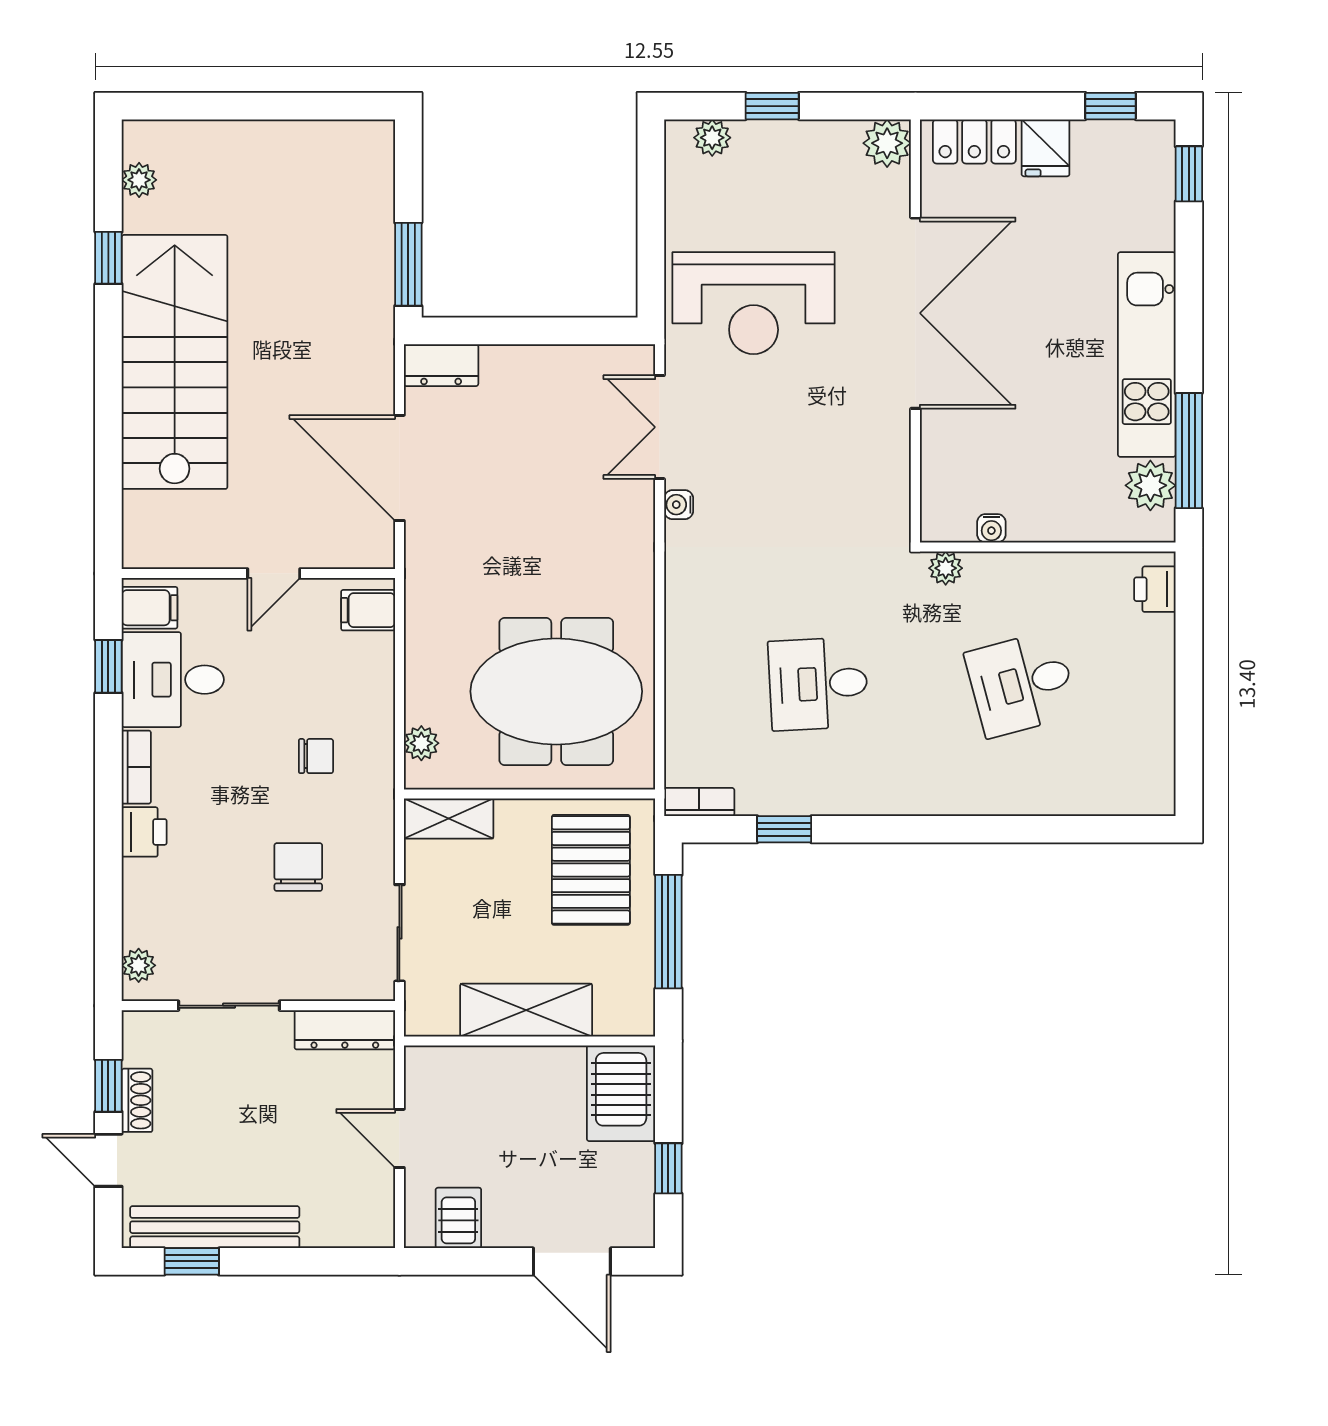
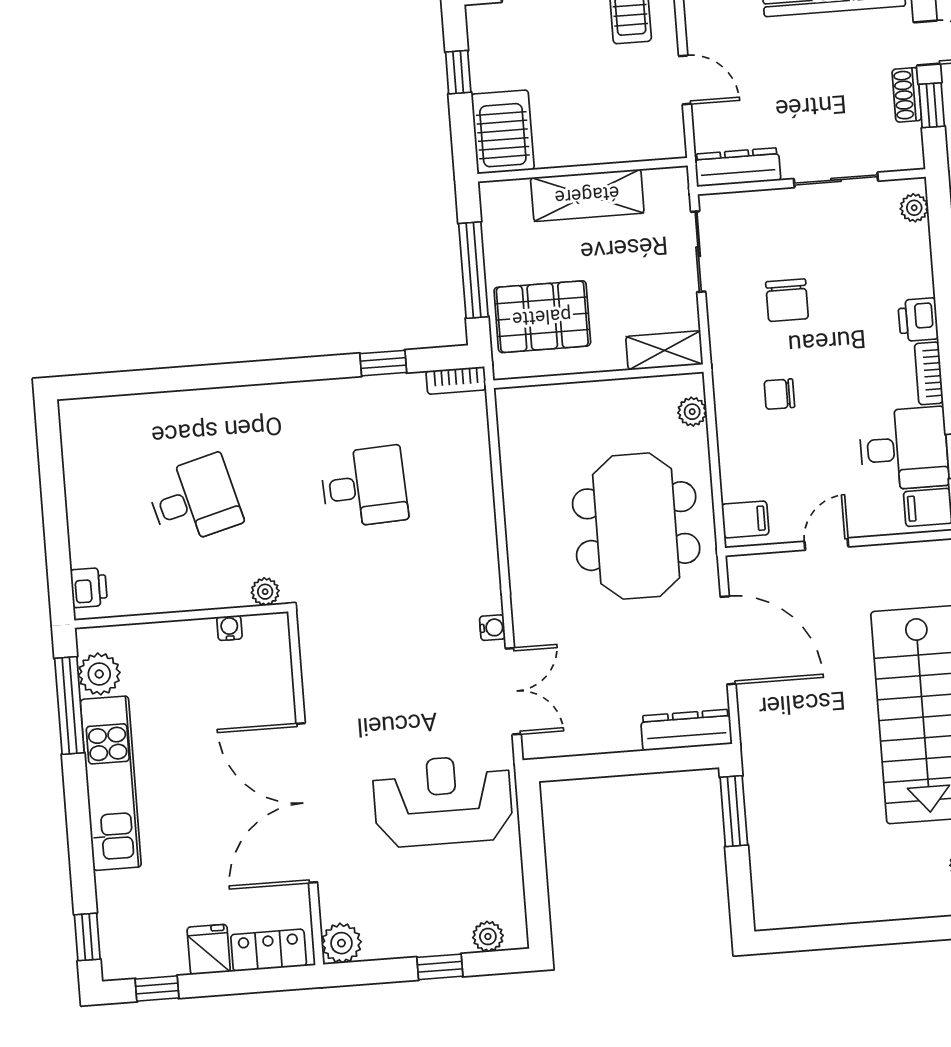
dresser: (441, 365) -> (686, 730), width x1.44
meeting table: (556, 691) -> (636, 526), moved, turned 90
pallet: (591, 870) -> (542, 317), turned 90

